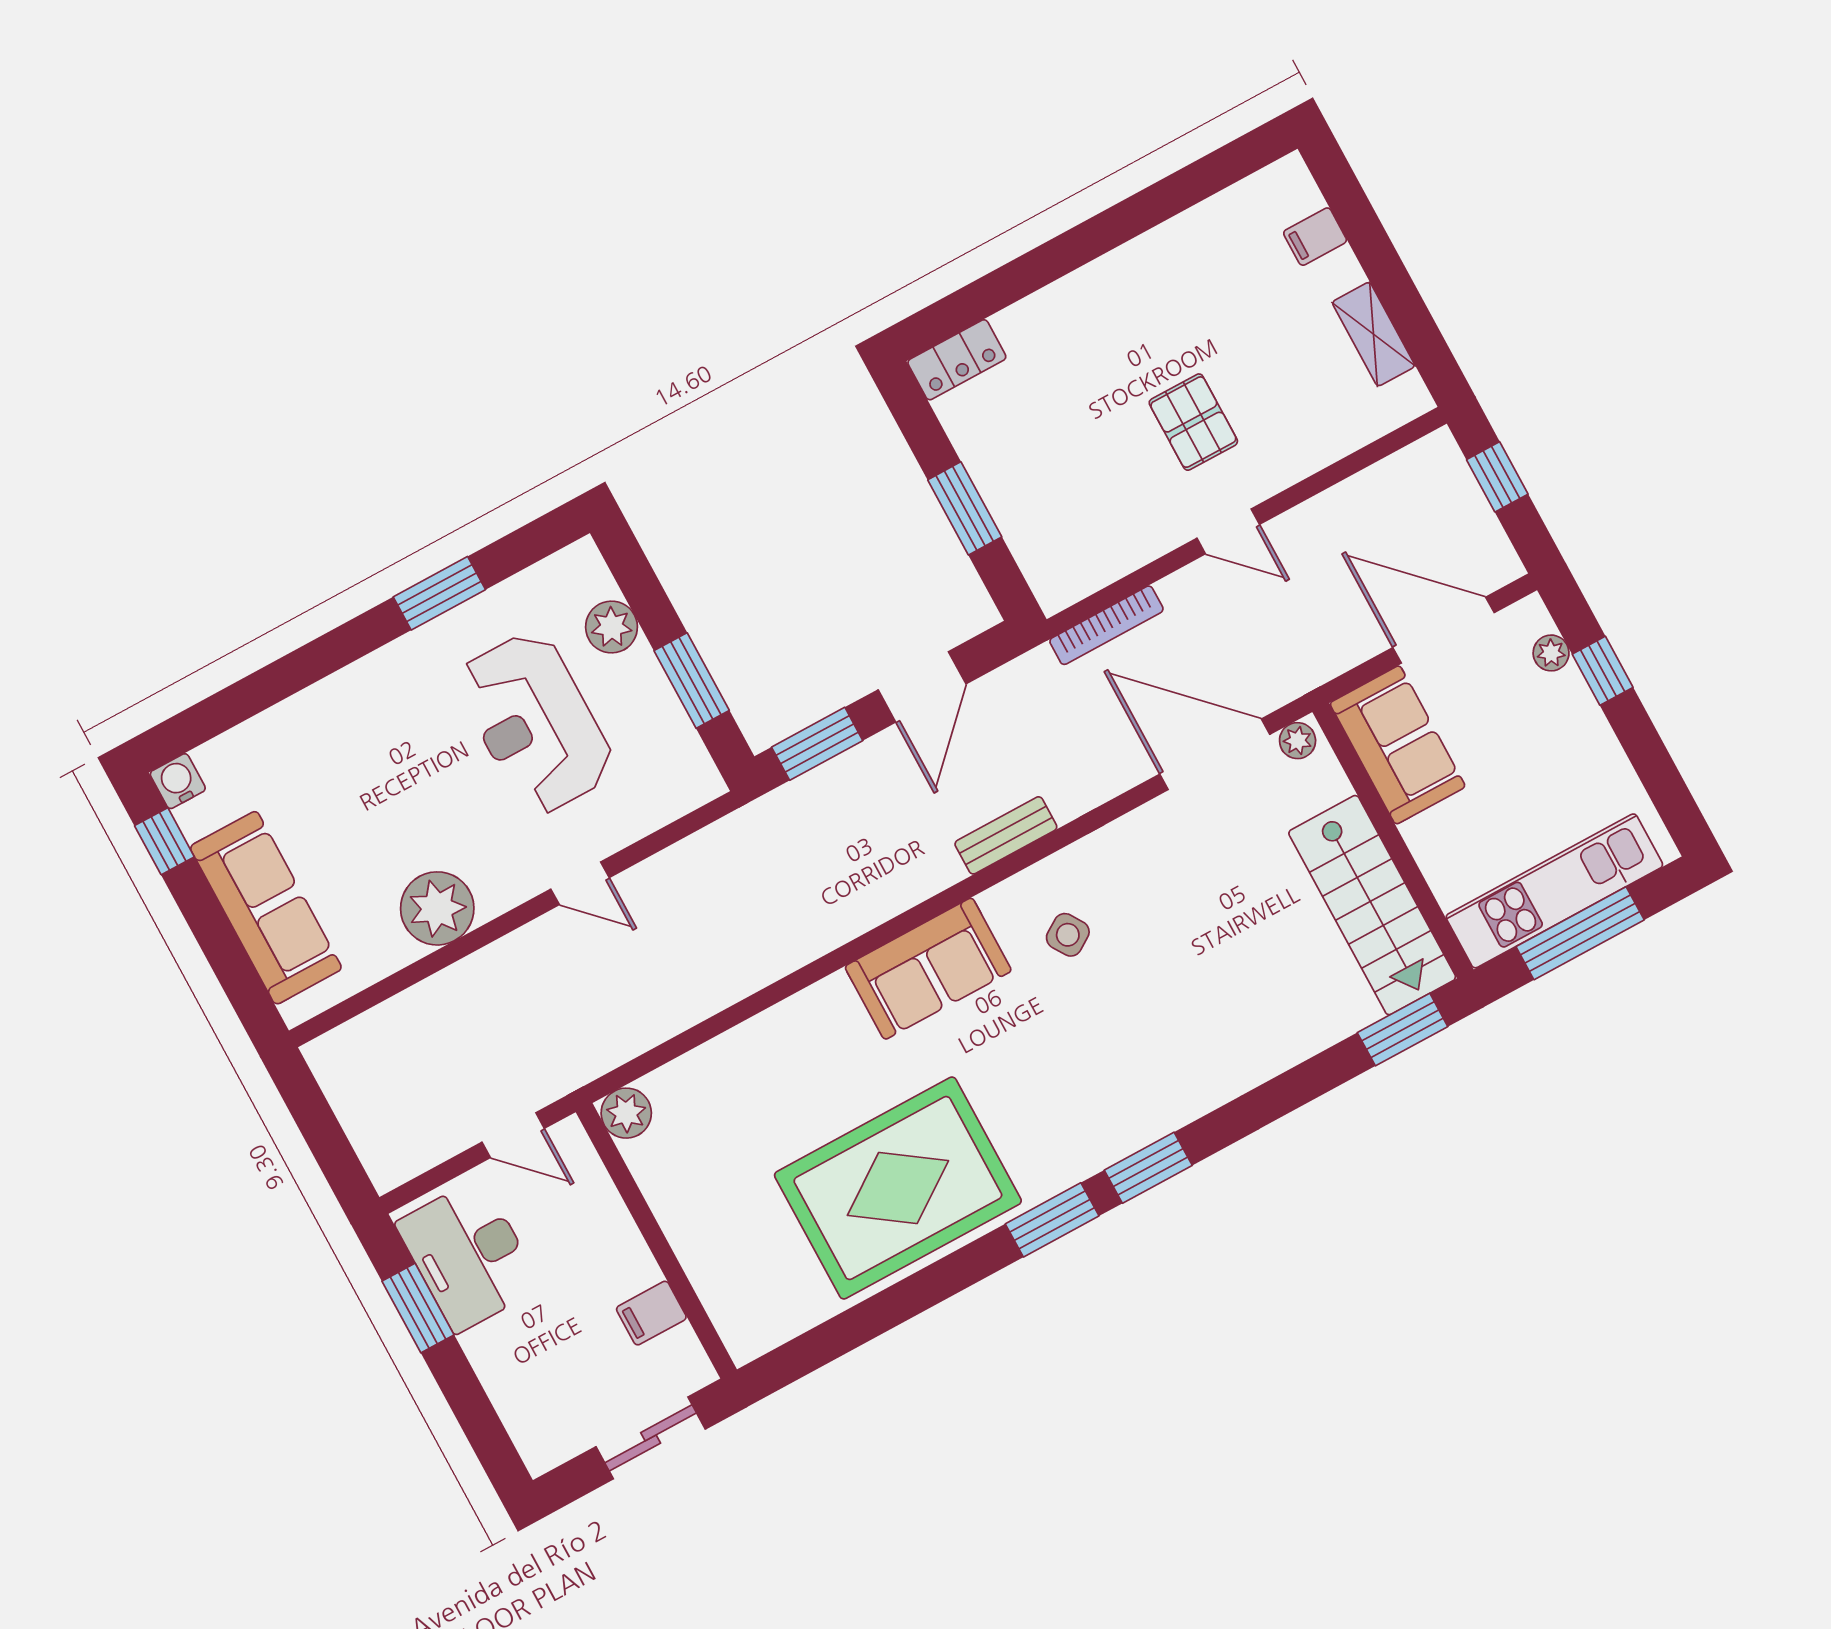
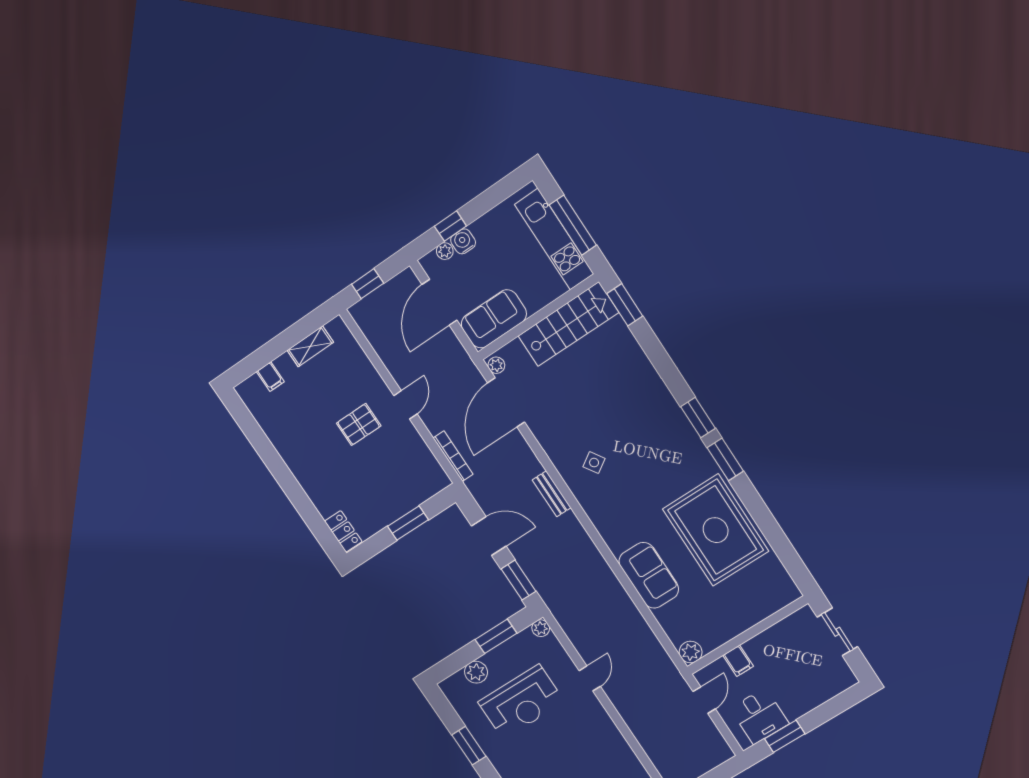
water cooler: (1568, 695) -> (463, 241), added
plant: (437, 908) -> (541, 628), moved, width x0.53, depth x0.53
sofa: (928, 969) -> (649, 575), moved
desk: (468, 1255) -> (759, 716), width x0.73
filing cabinet: (651, 1313) -> (738, 661), moved

